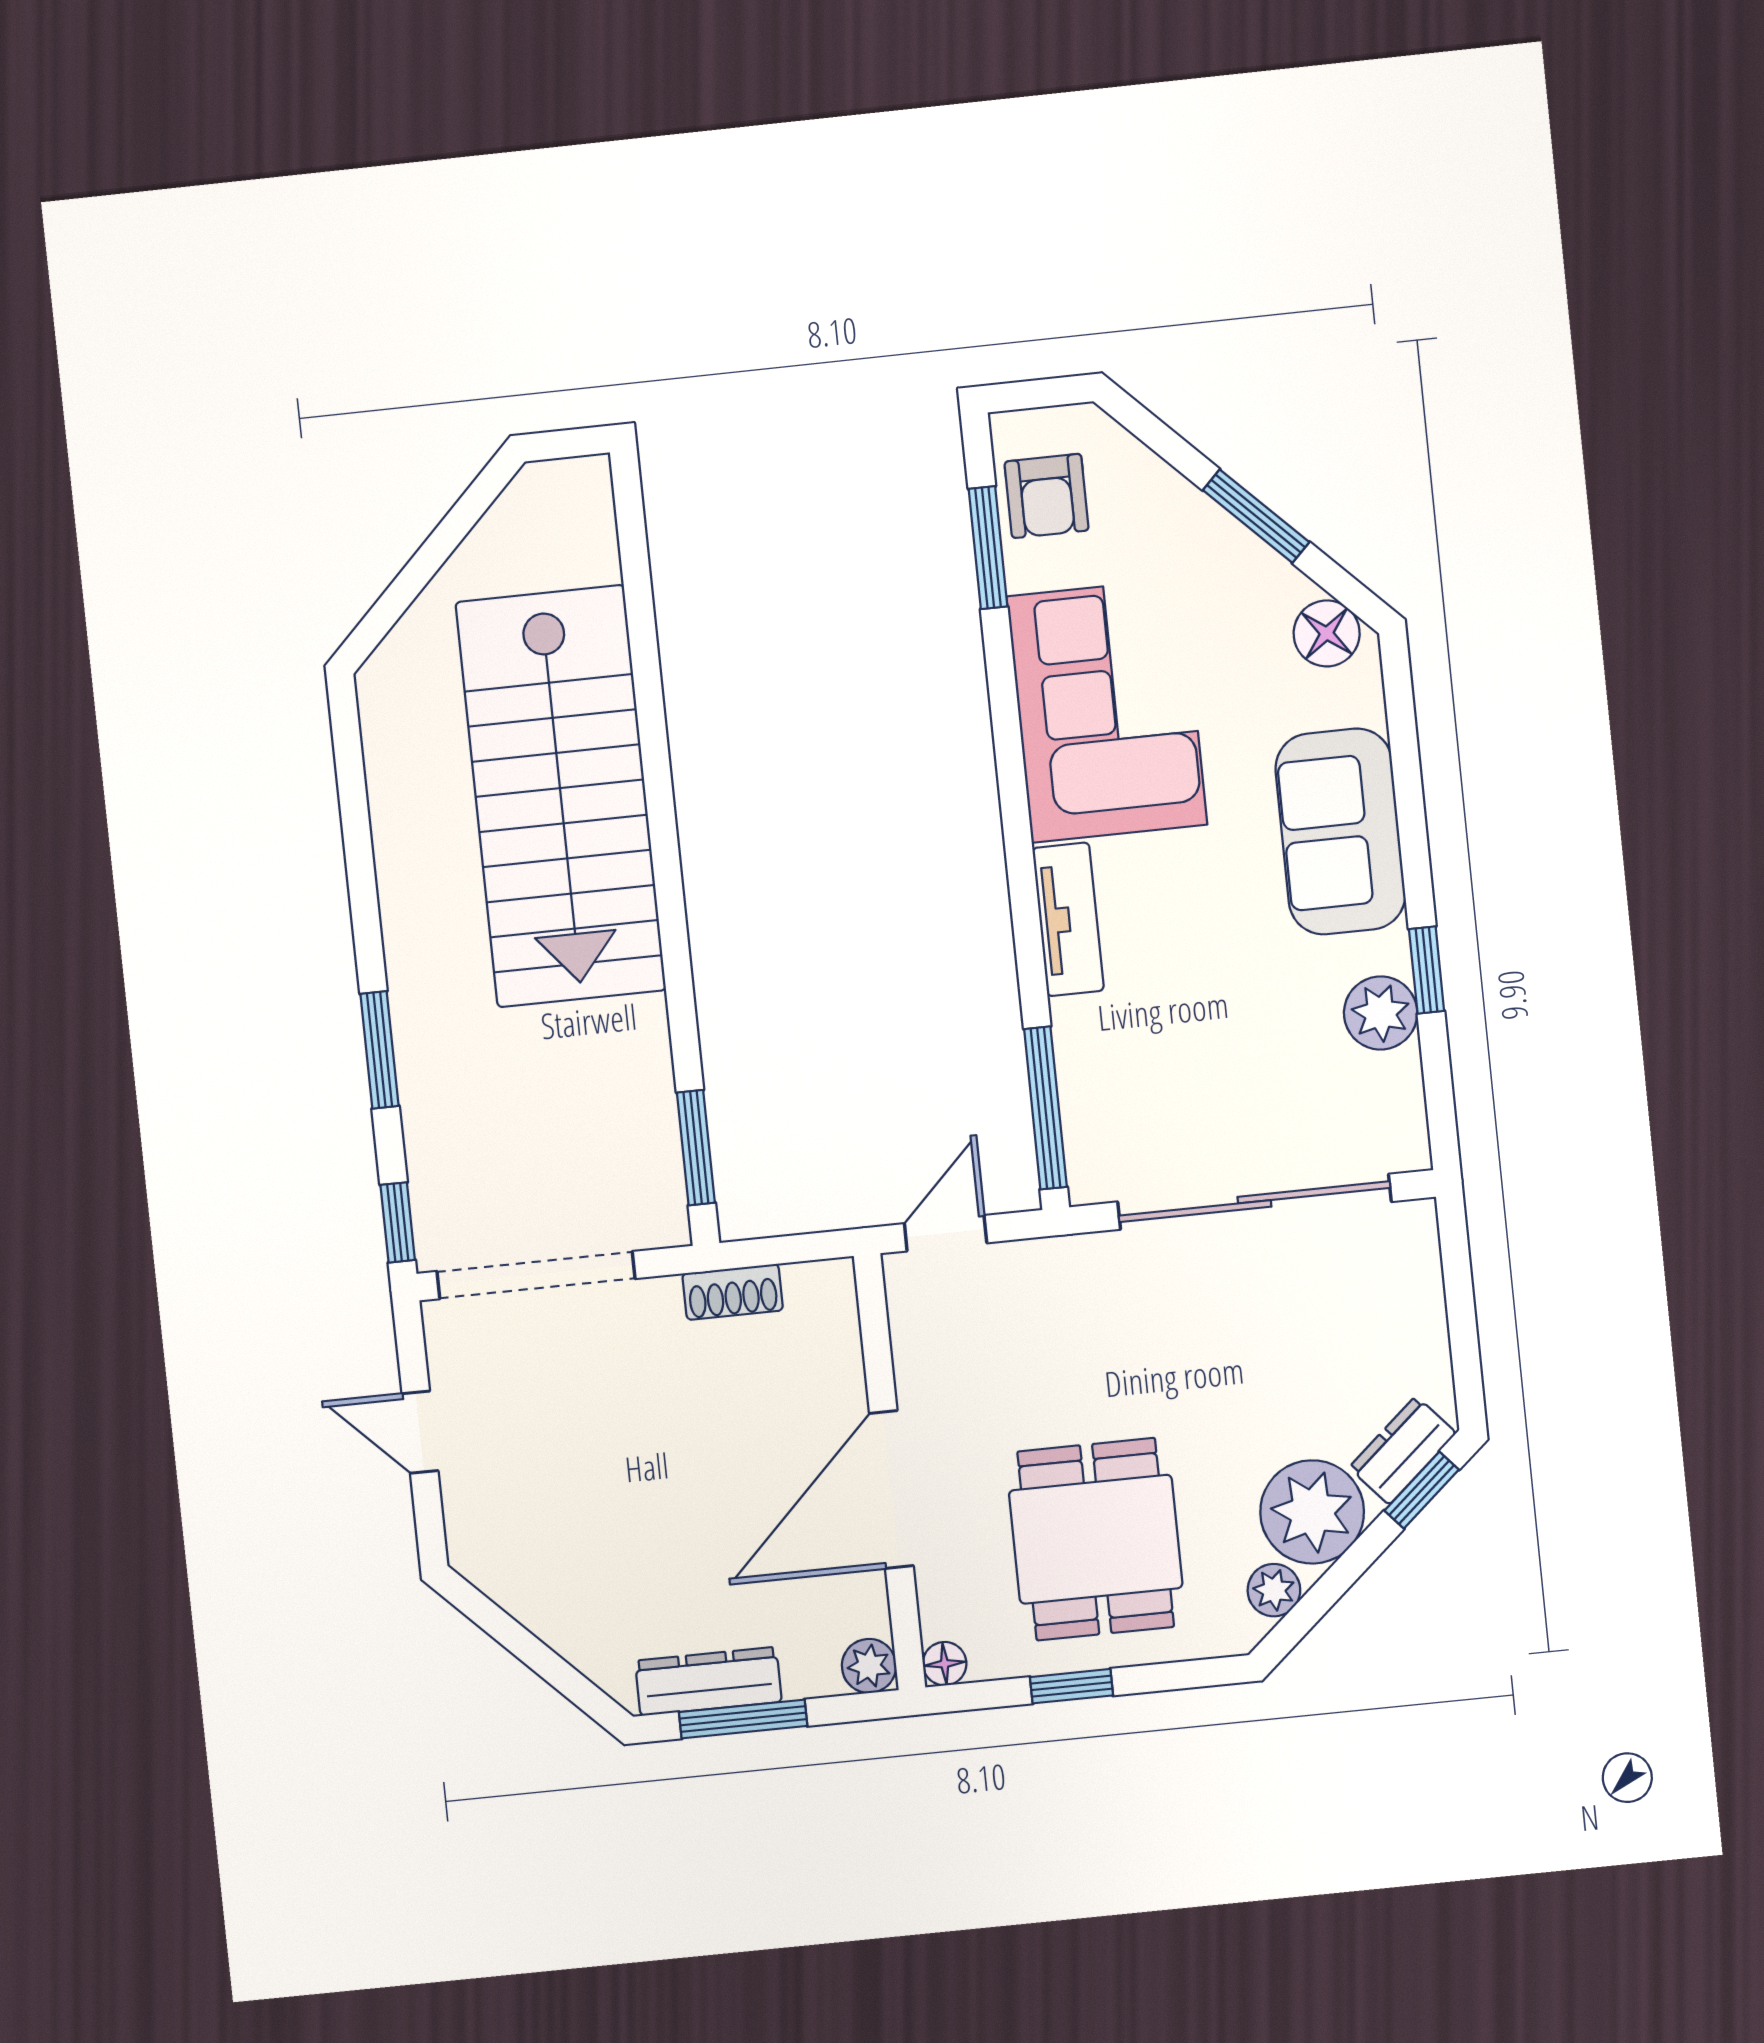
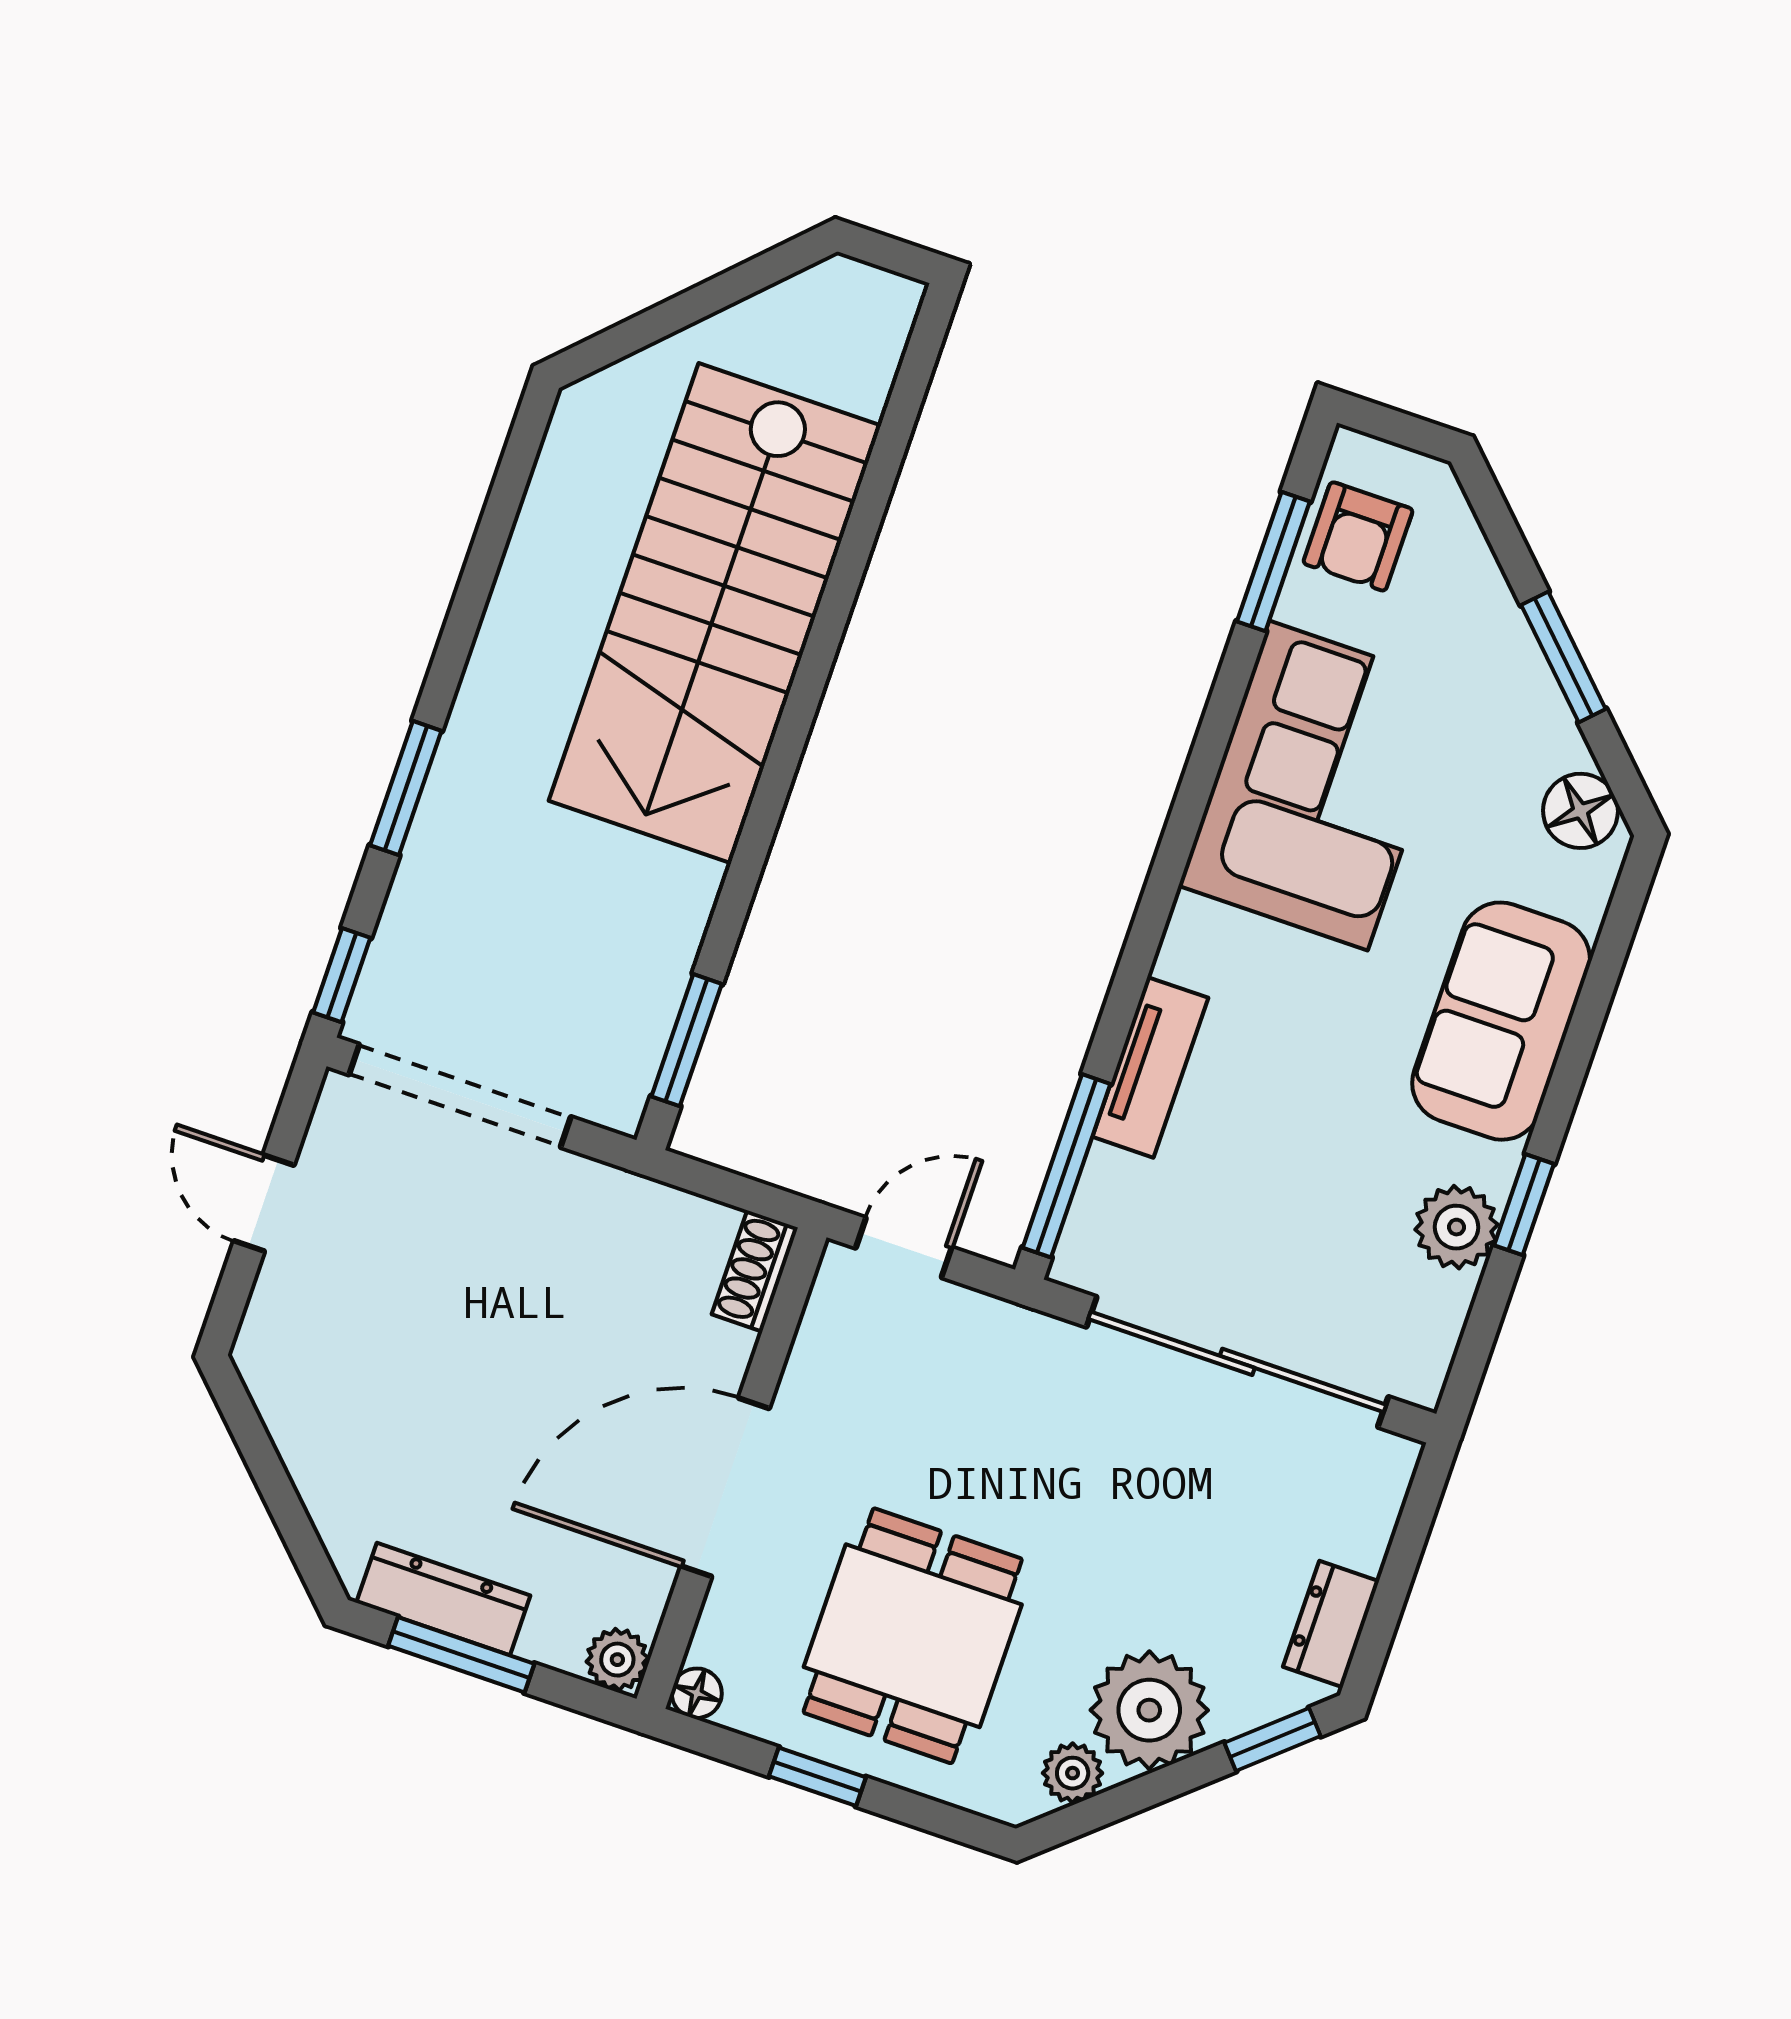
tv unit: (1068, 919) -> (1150, 1067), moved
shoe rack: (733, 1292) -> (755, 1271), moved, turned 90
dresser: (1402, 1450) -> (1331, 1624), moved, turned -49

